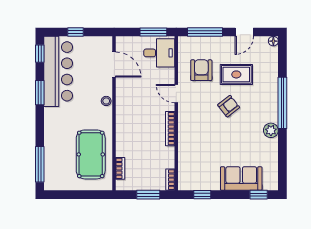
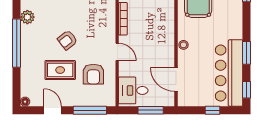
window: (153, 32) -> (151, 110), moved
door: (244, 32) -> (53, 110), hinge flipped

